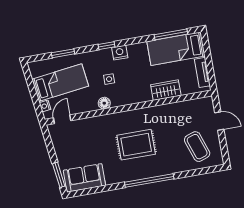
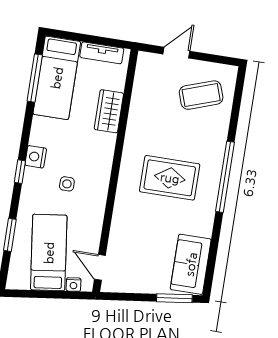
floor lamp: (104, 103) -> (98, 202), removed
rug: (136, 145) -> (170, 178), turned 90

